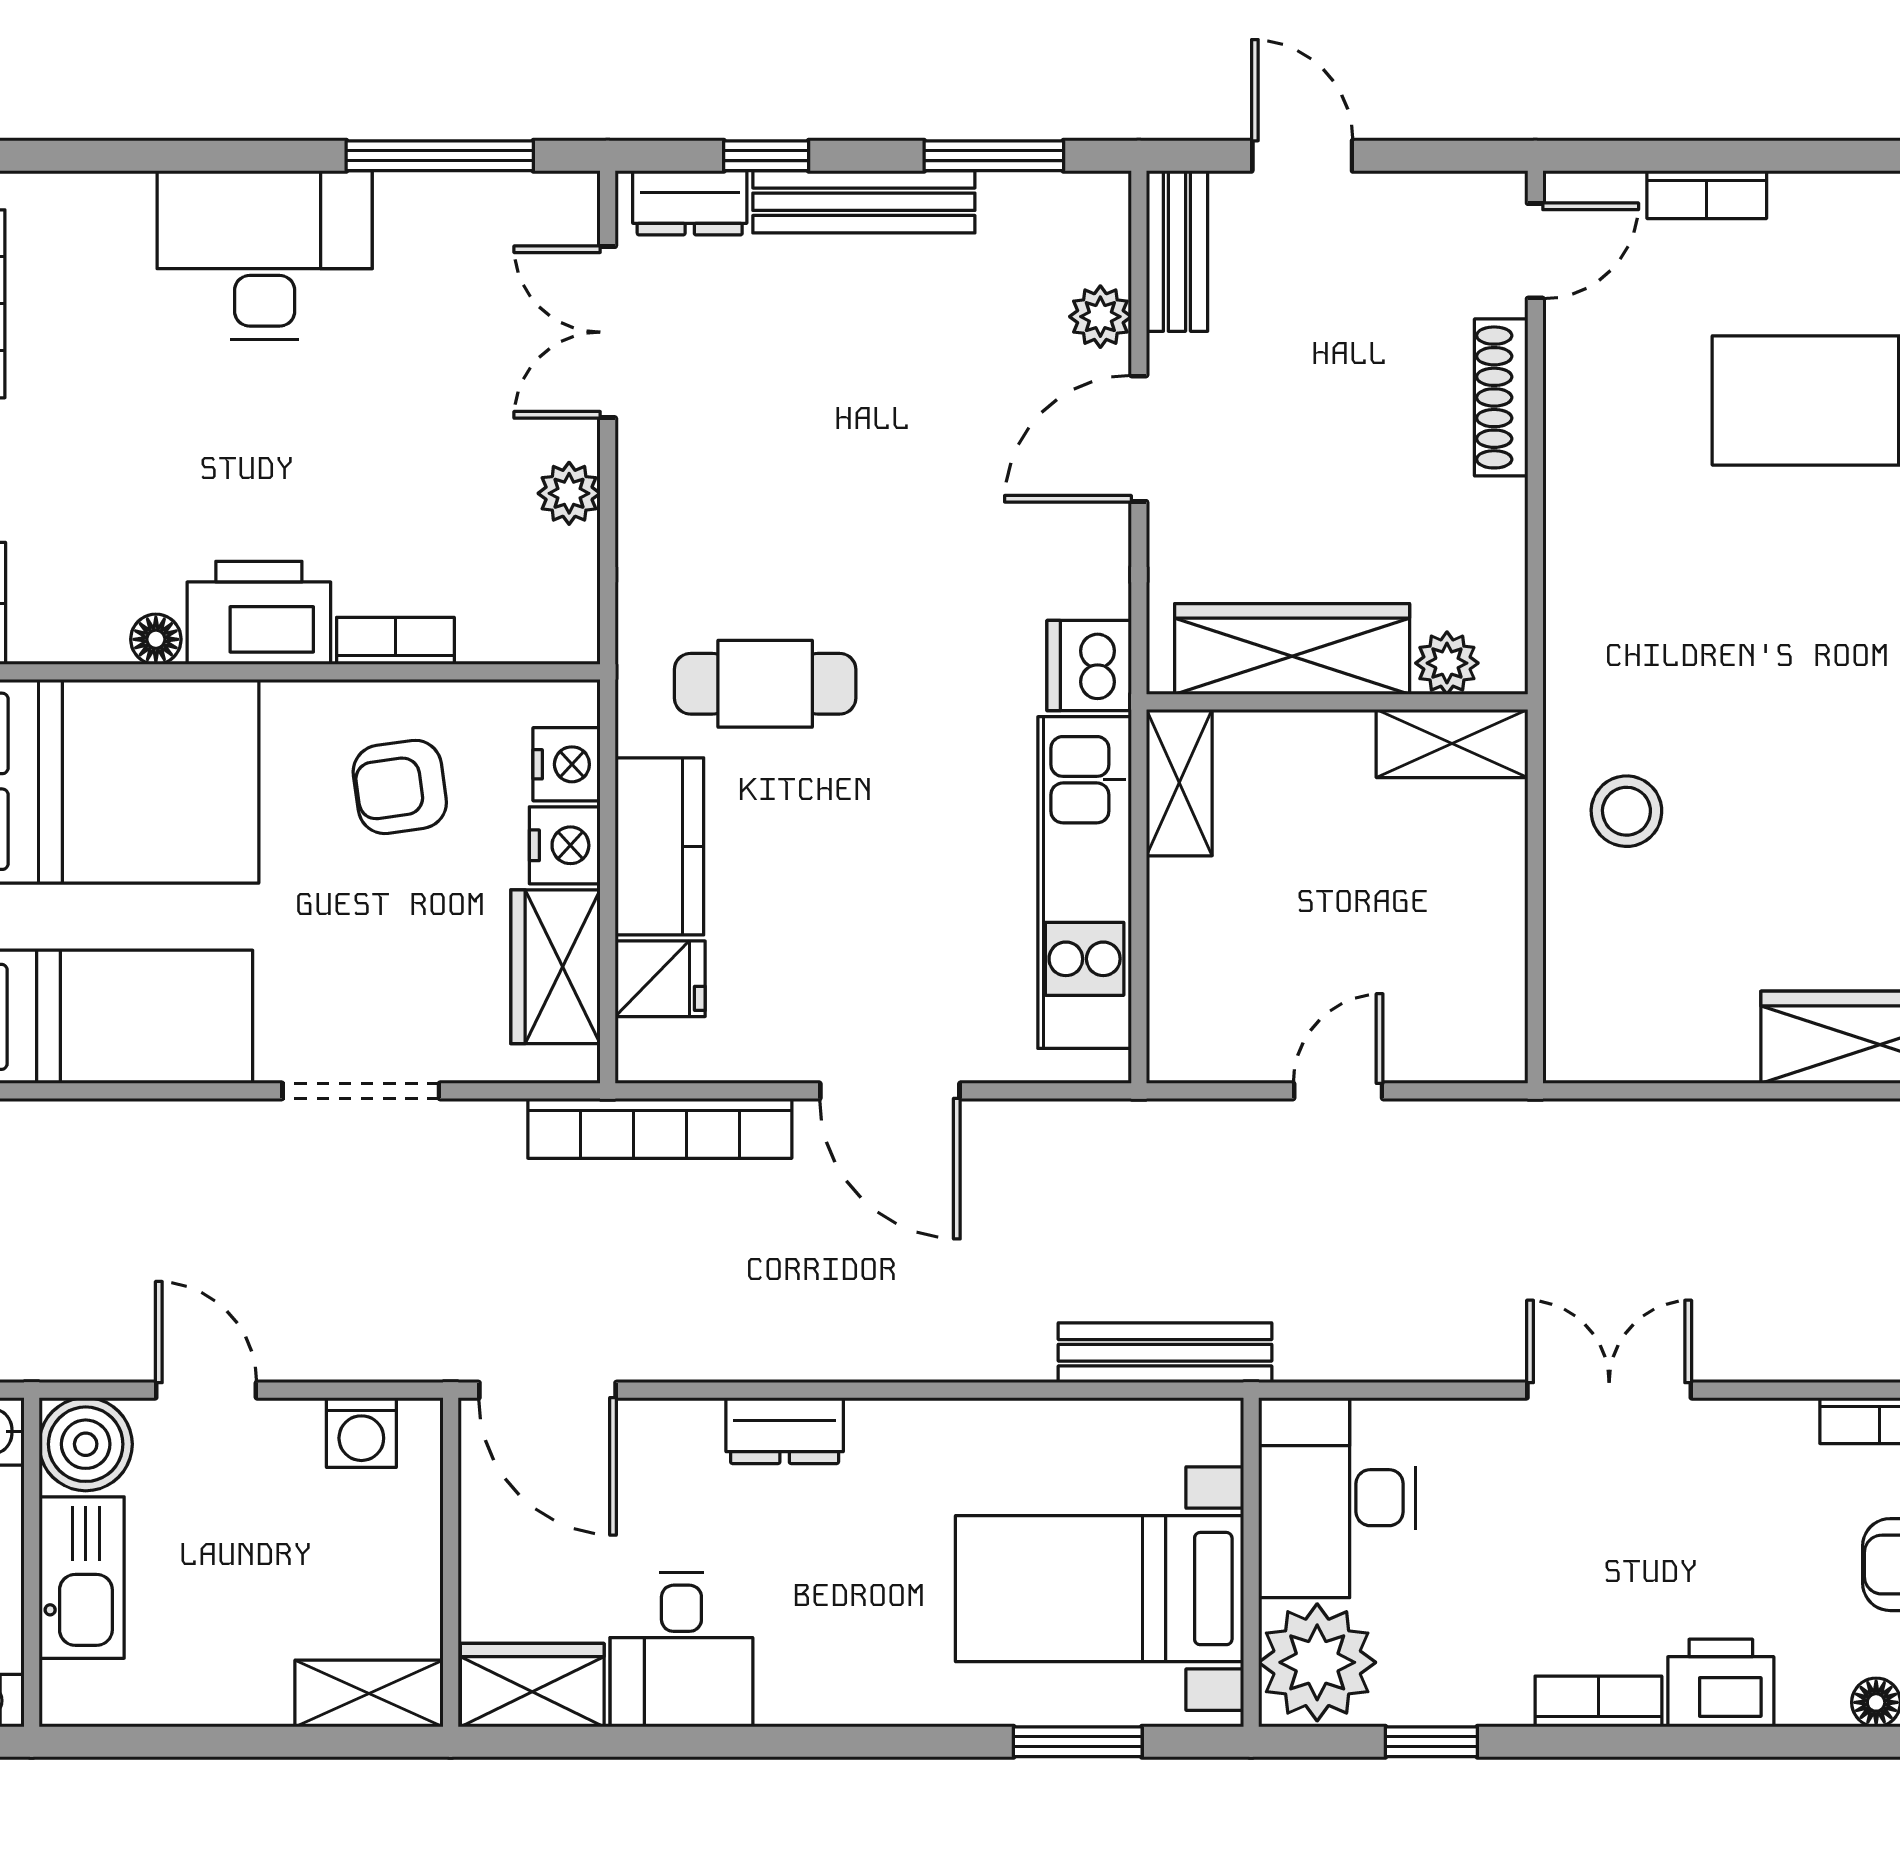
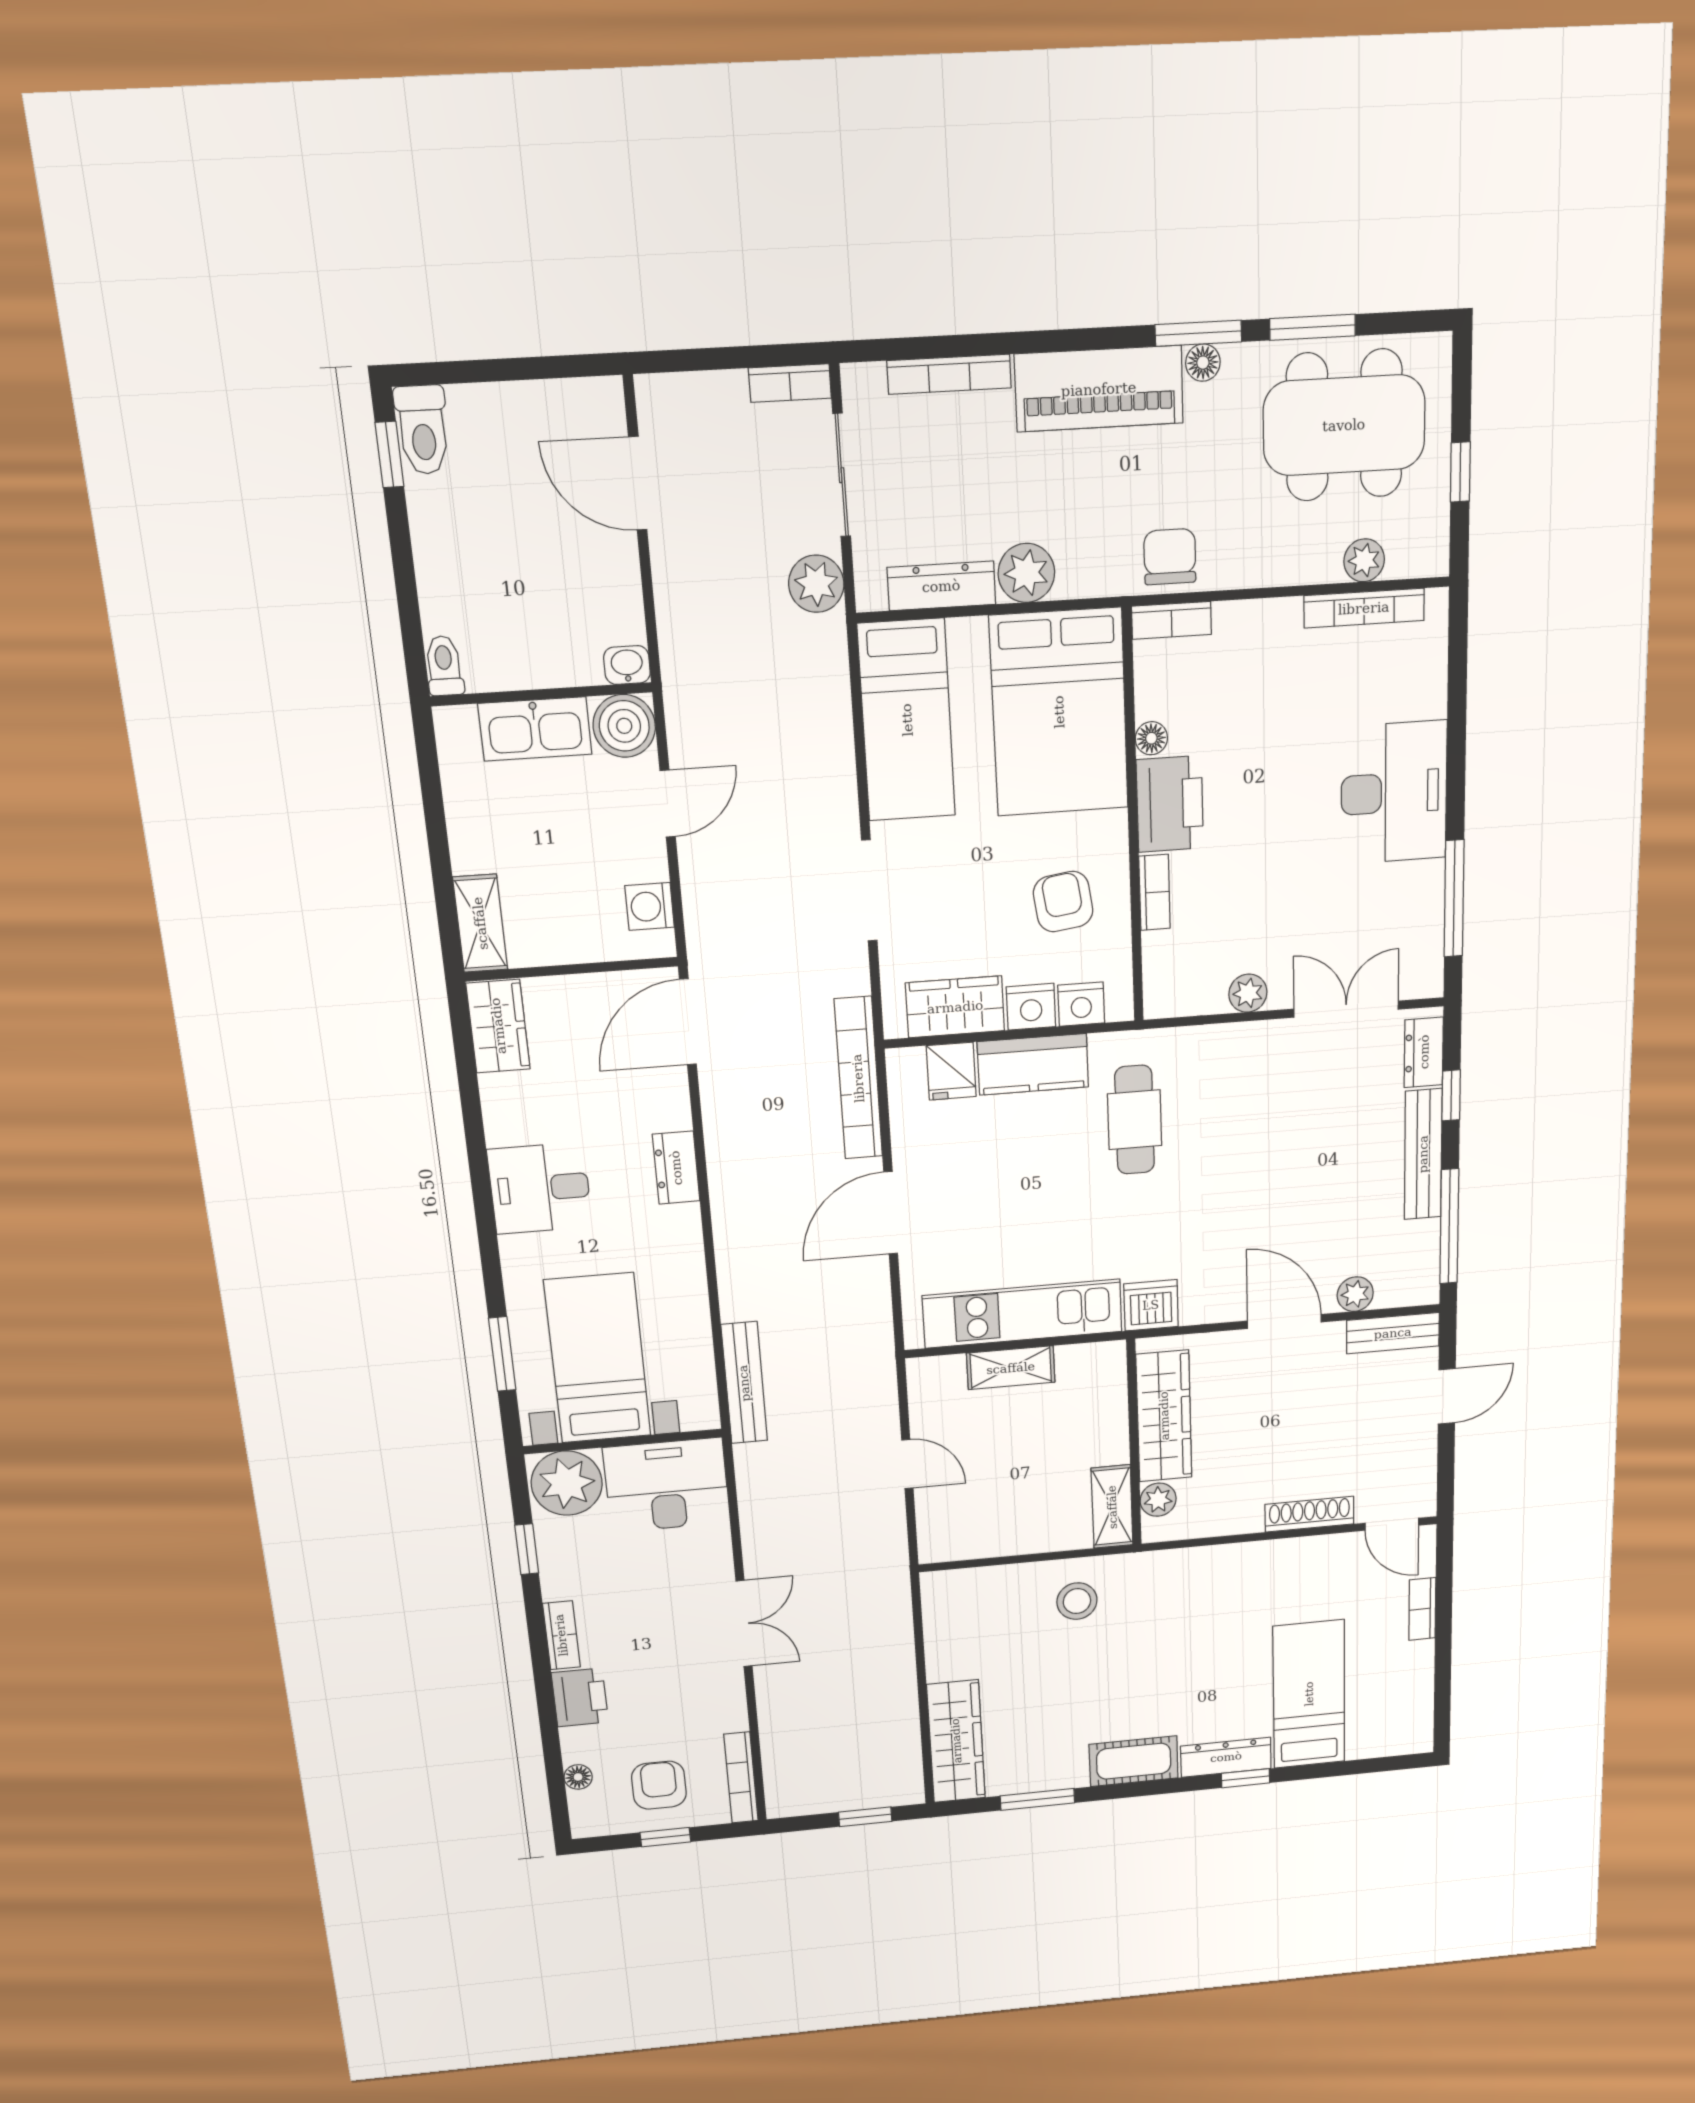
window: (994, 156) -> (1449, 1226), width x1.44
shelving: (1179, 783) -> (1011, 1368), moved
desk: (681, 1650) -> (540, 1188), moved

